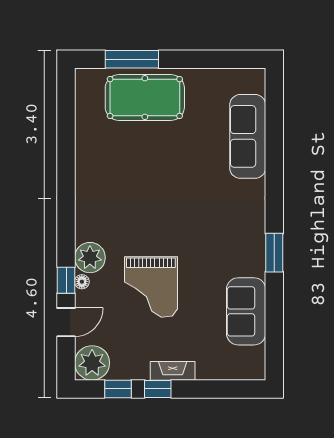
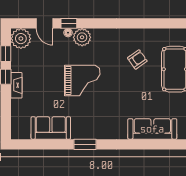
armchair: (128, 162) -> (137, 59), added
grand piano: (151, 287) -> (82, 80), moved, turned 180

